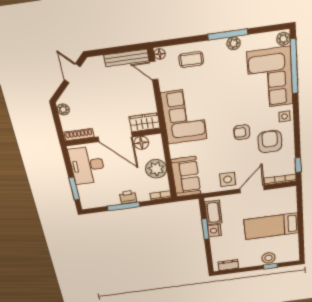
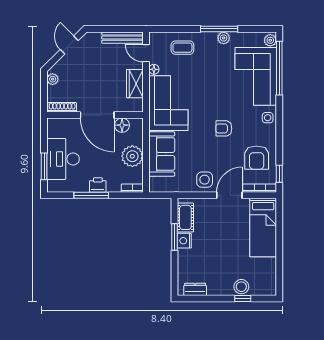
floor lamp: (160, 54) -> (154, 69), moved
wardrobe: (145, 122) -> (135, 84), moved, turned -90
armchair: (270, 142) -> (257, 158), moved, turned 180
desk: (87, 165) -> (63, 159), moved
sofa: (186, 177) -> (162, 154), moved
bed: (271, 226) -> (263, 228), moved, turned -90

